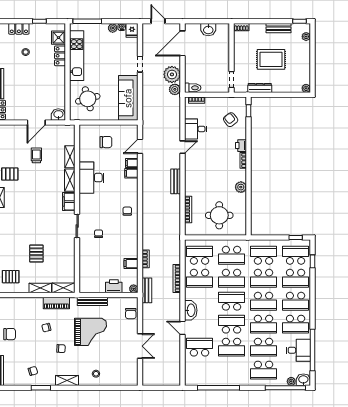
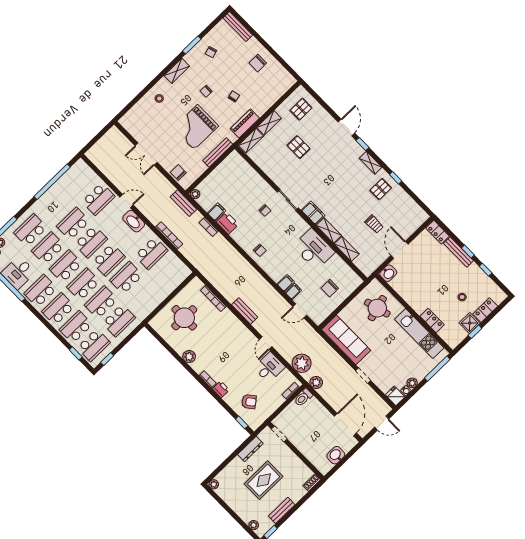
shower: (59, 38) -> (470, 323), moved
plant: (172, 74) -> (302, 363), moved
door: (140, 146) -> (300, 311), swing flipped
school desk: (200, 255) -> (169, 271), removed
school desk: (232, 255) -> (144, 296), removed
school desk: (200, 278) -> (151, 253), turned 180
printer: (114, 286) -> (227, 223), moved, turned -90

